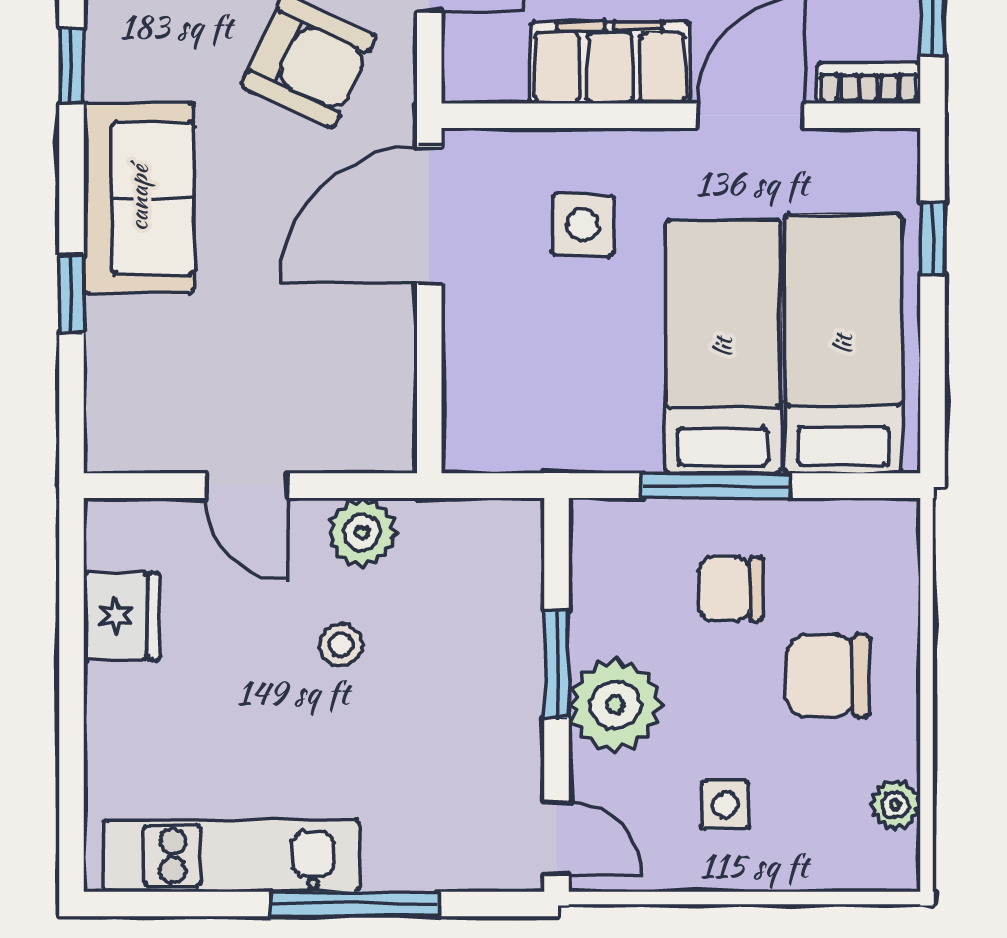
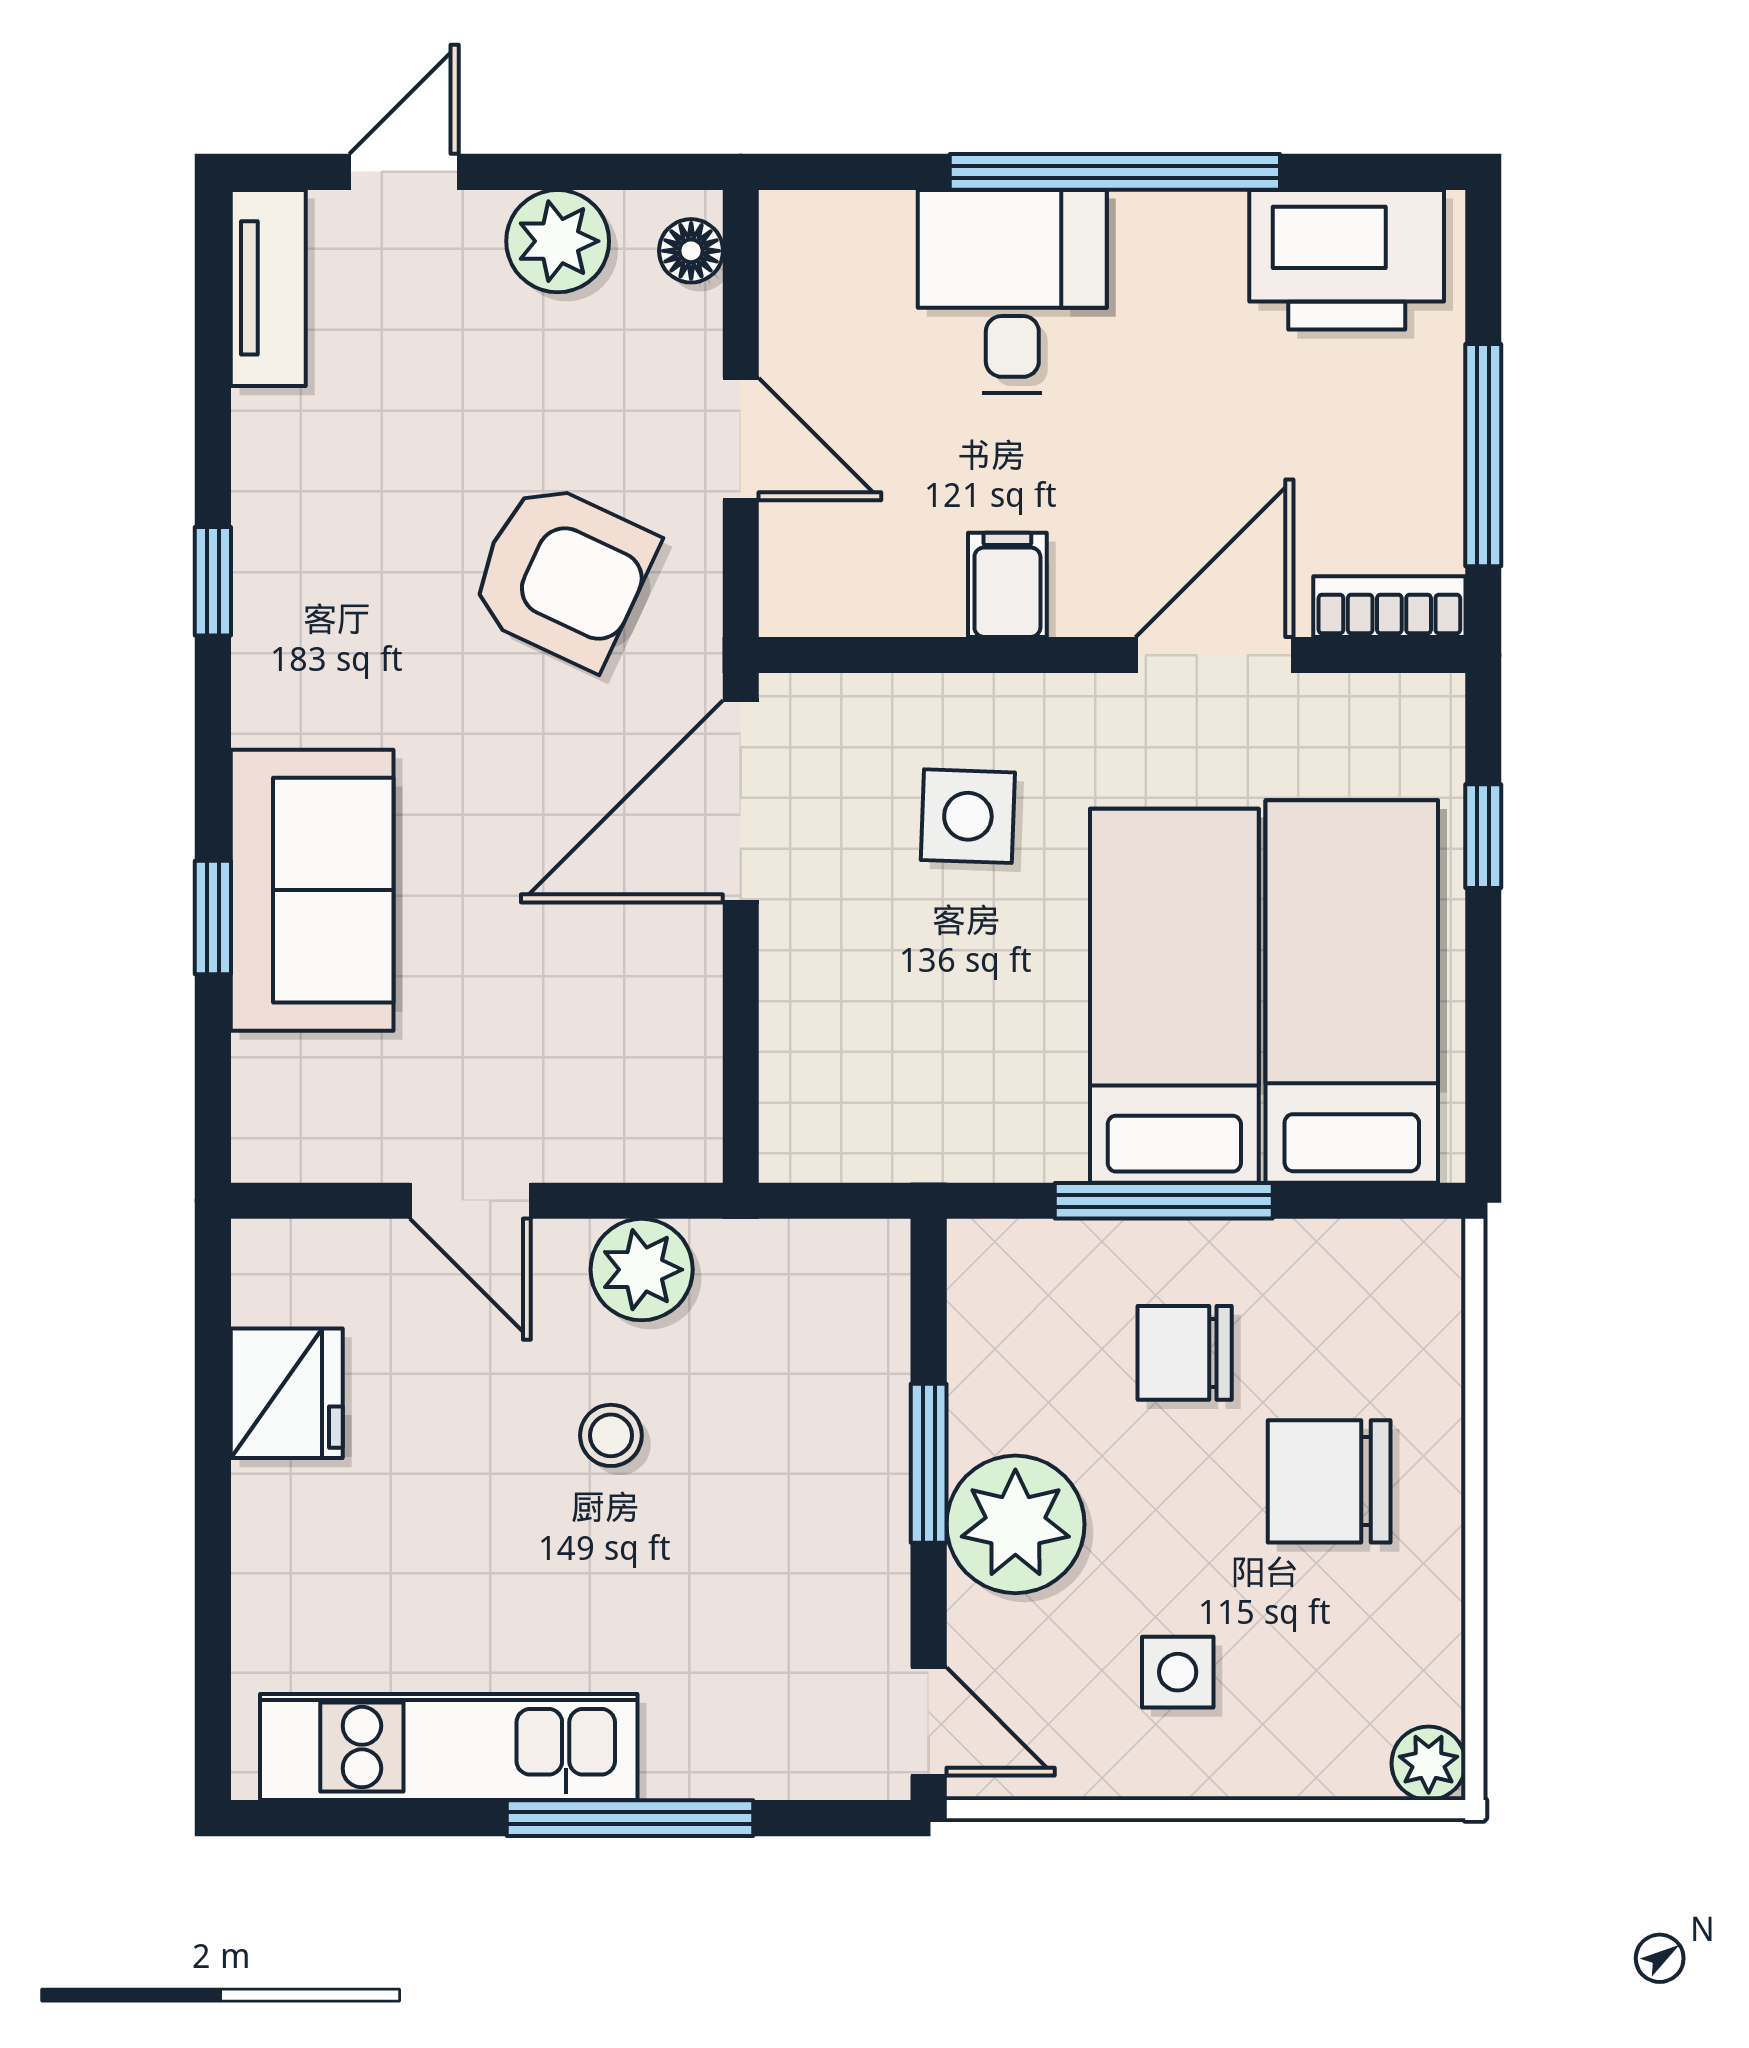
filing cabinet: (610, 62) -> (1007, 585), width x0.33, depth x0.86
sofa: (139, 198) -> (312, 890), moved
plant: (895, 805) -> (1429, 1763), moved

